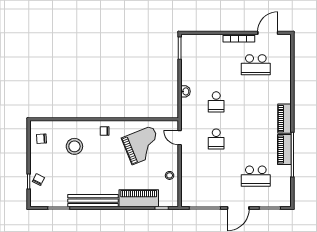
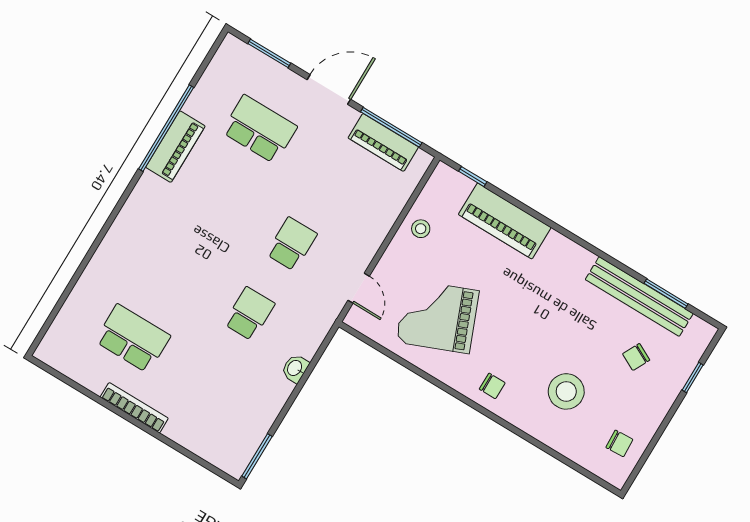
door: (268, 33) -> (74, 385), removed
piano: (285, 119) -> (383, 142), moved, turned 90
chair: (38, 180) -> (636, 357), moved
bench: (93, 201) -> (639, 297), moved

